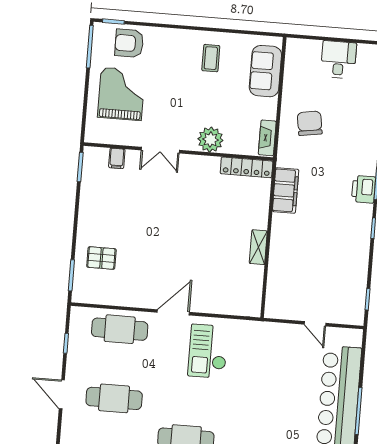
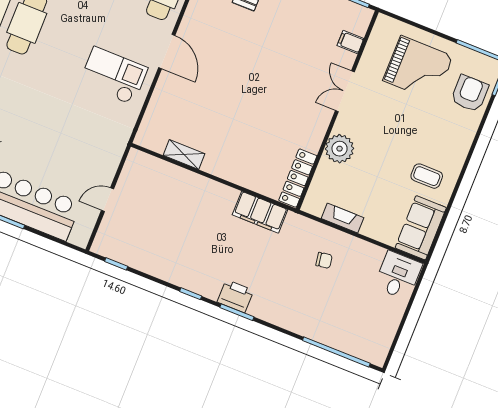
desk: (339, 60) -> (398, 275), moved, turned -90
sofa: (265, 71) -> (421, 228), moved, turned -90
chair: (310, 123) -> (324, 260), width x0.54, depth x0.54
fireplace: (267, 138) -> (342, 218), moved
shelving: (258, 247) -> (184, 154), moved

